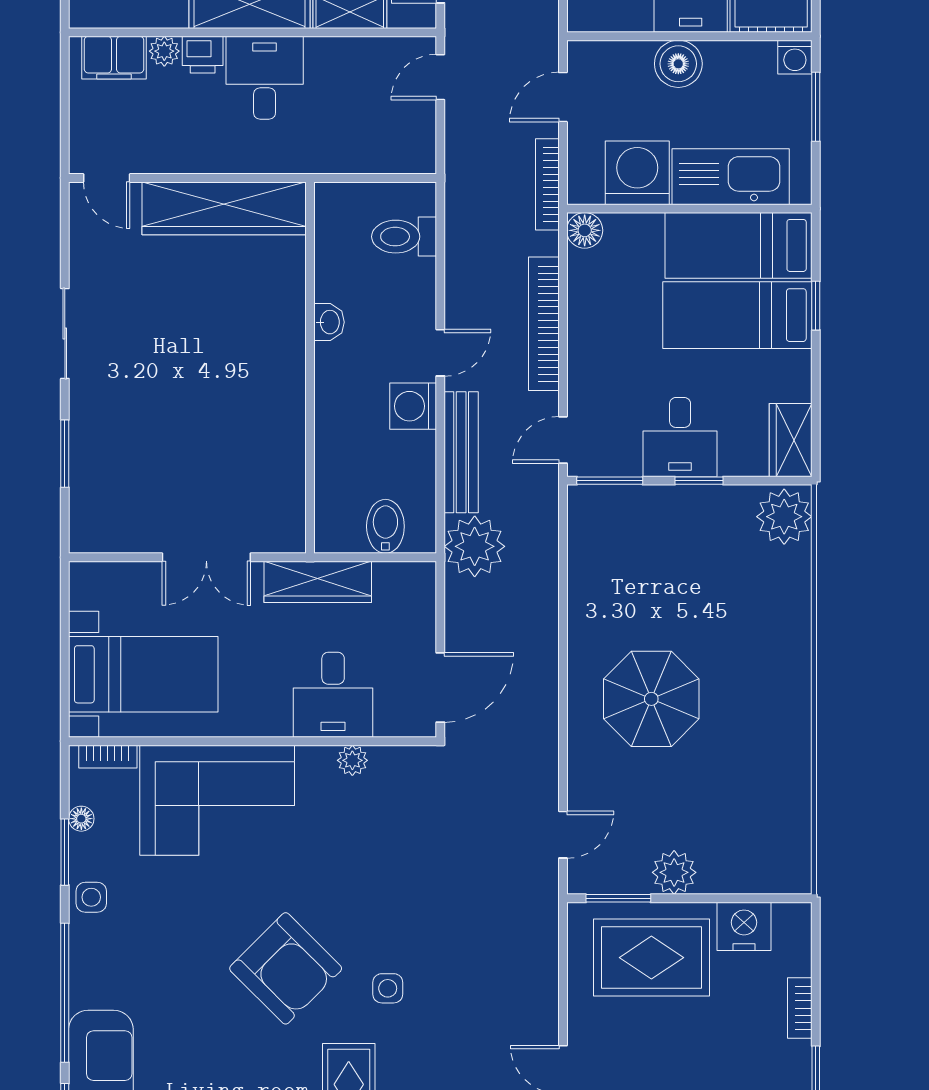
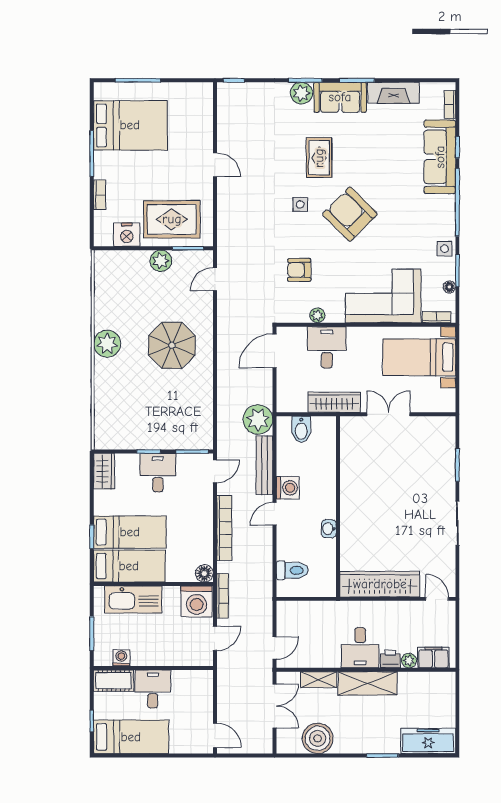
washing machine: (795, 57) -> (121, 658), moved
boiler: (678, 64) -> (159, 654), removed
washing machine: (637, 173) -> (197, 601), moved
plant: (784, 517) -> (107, 344), moved
armchair: (390, 854) -> (299, 270), added

